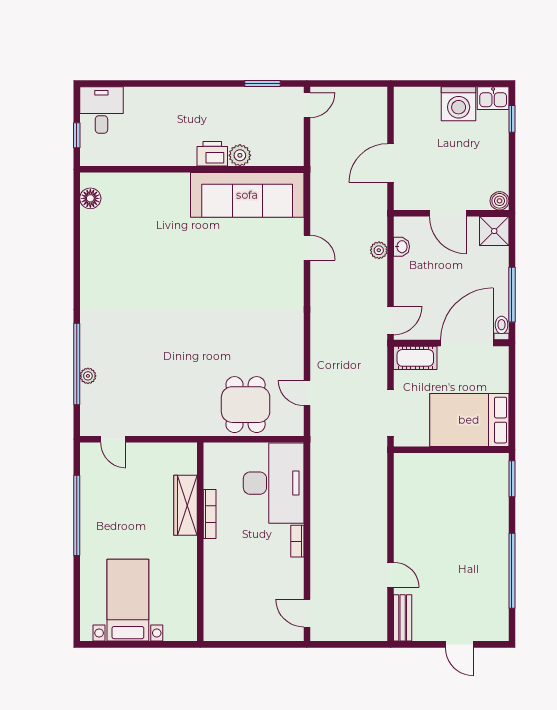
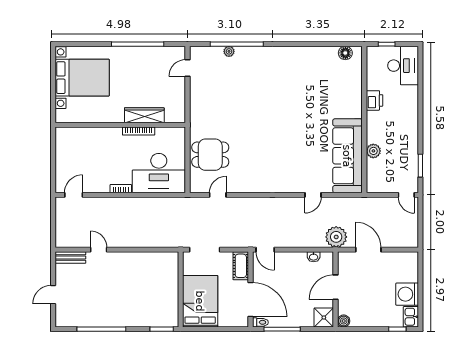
desk: (101, 110) -> (403, 66), width x1.37
printer: (212, 154) -> (374, 100), moved
plant: (379, 250) -> (336, 237), moved, width x1.88, depth x1.88
door: (391, 575) -> (99, 250), swing flipped
bed with nightstands: (128, 600) -> (82, 78), width x1.36

